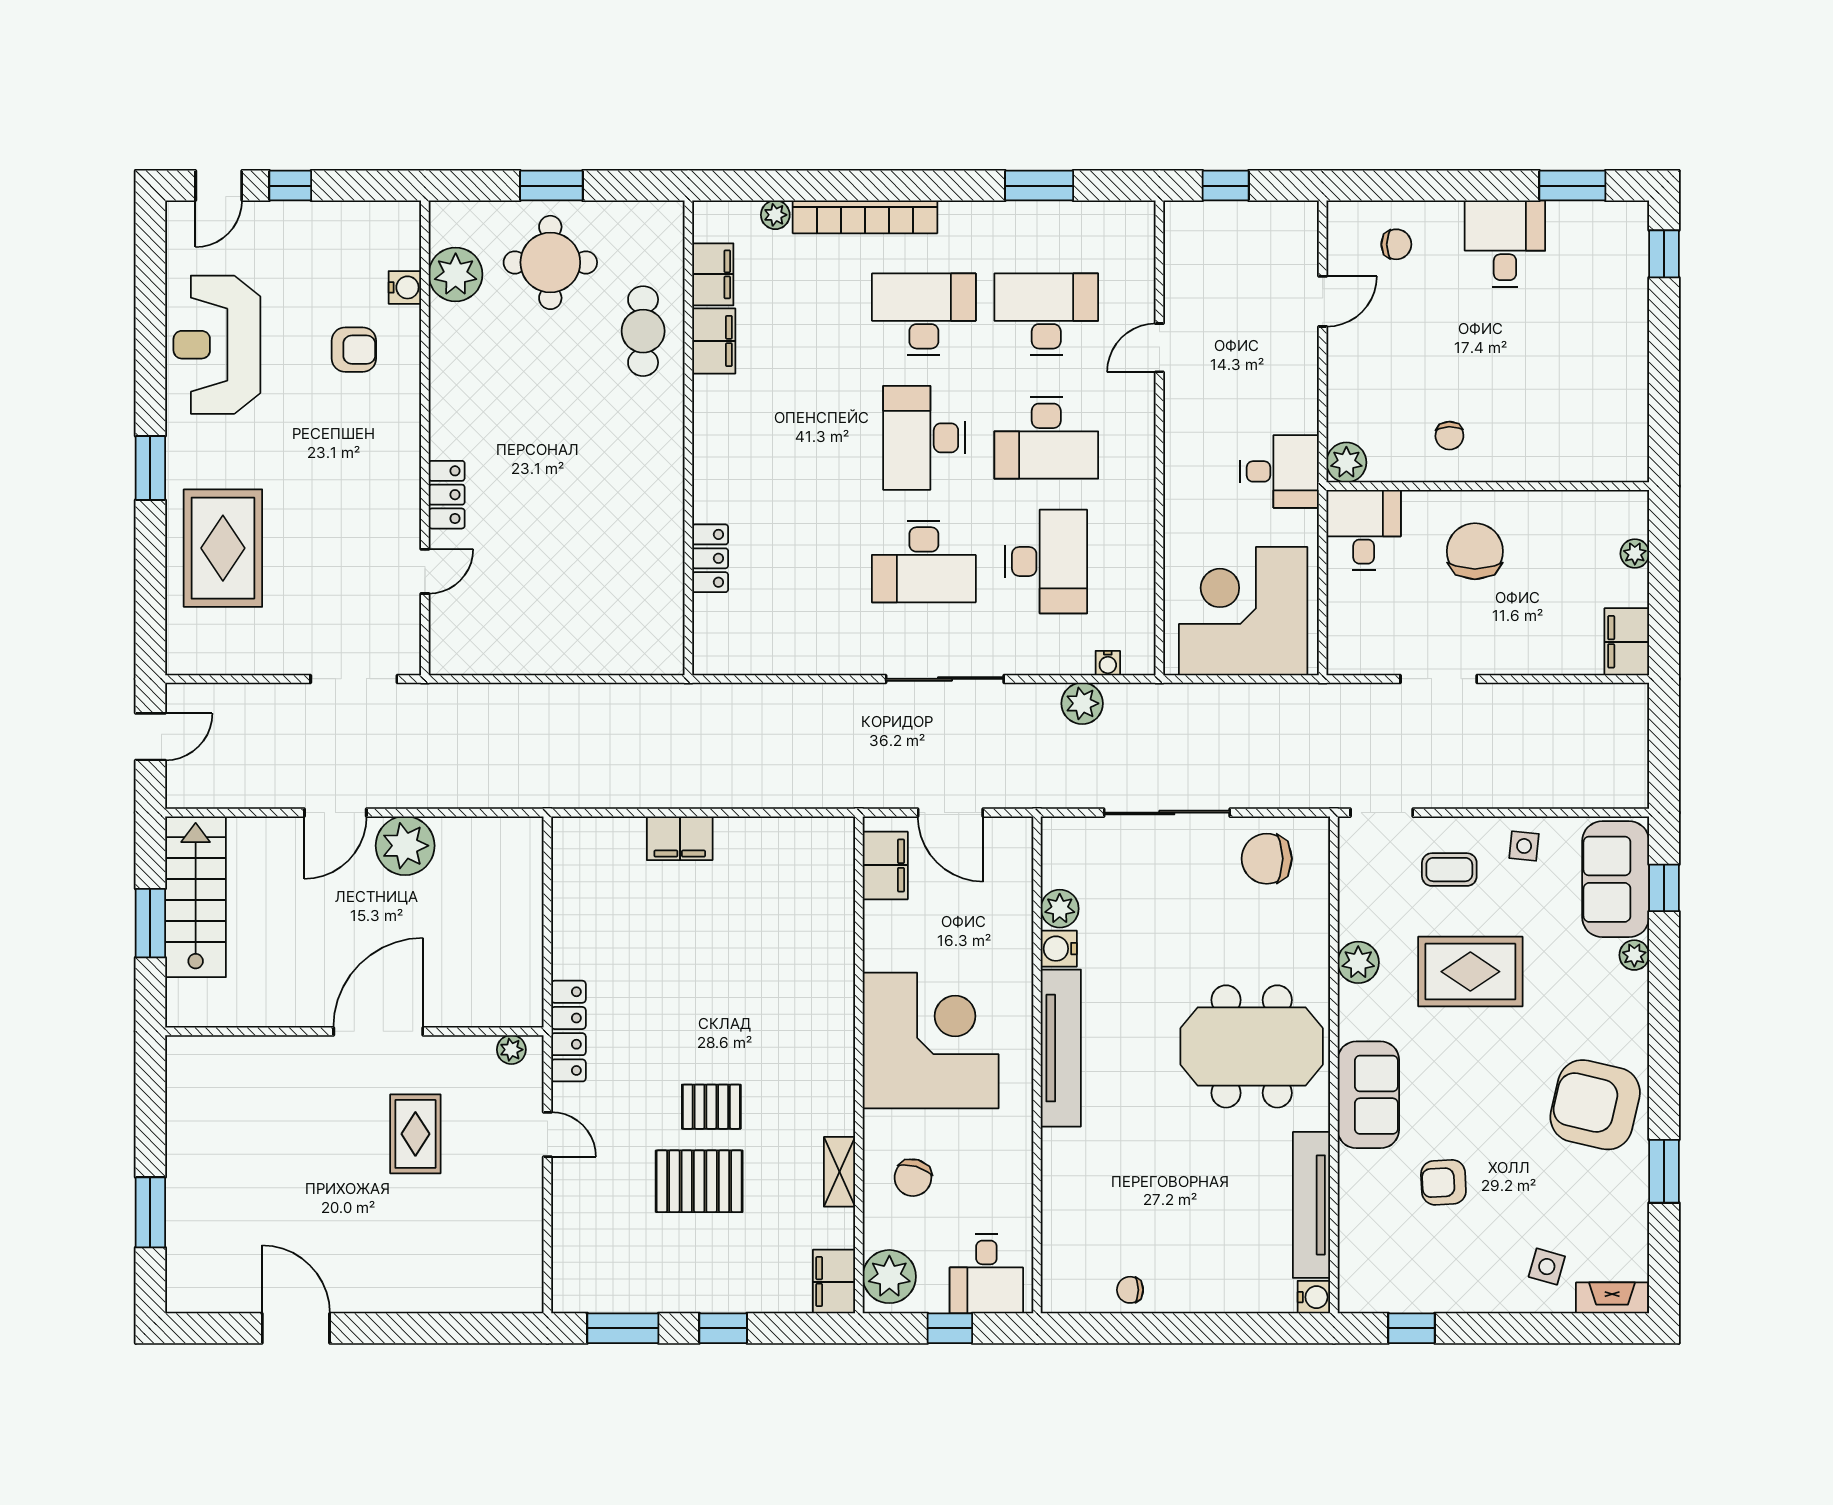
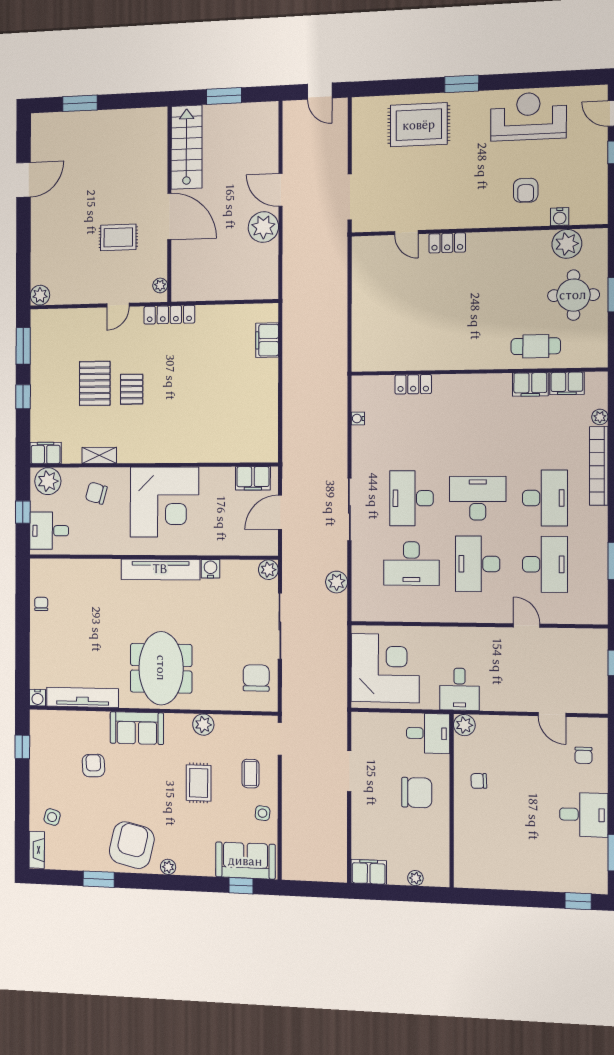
water cooler: (1108, 663) -> (358, 419), moved
filing cabinet: (680, 838) -> (267, 340), moved
stairs: (196, 897) -> (187, 147), moved, turned -90
plant: (1060, 909) -> (268, 570), moved
plant: (1634, 955) -> (168, 867), moved
rug: (1470, 972) -> (199, 783), width x0.73, depth x0.70
plant: (524, 1294) -> (40, 295), added

